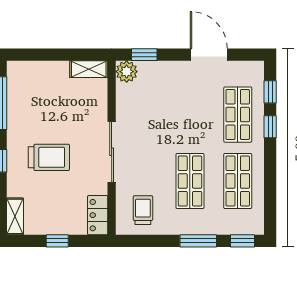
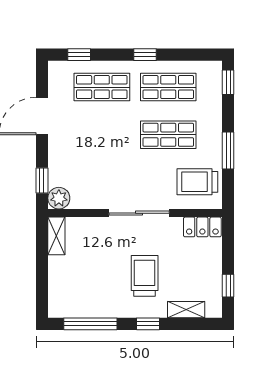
window: (270, 127) -> (145, 55), moved
trolley: (143, 210) -> (197, 182), width x1.36, depth x1.39
shelving: (15, 216) -> (186, 310), moved
window: (57, 241) -> (228, 286), moved
window: (198, 241) -> (228, 151), moved

